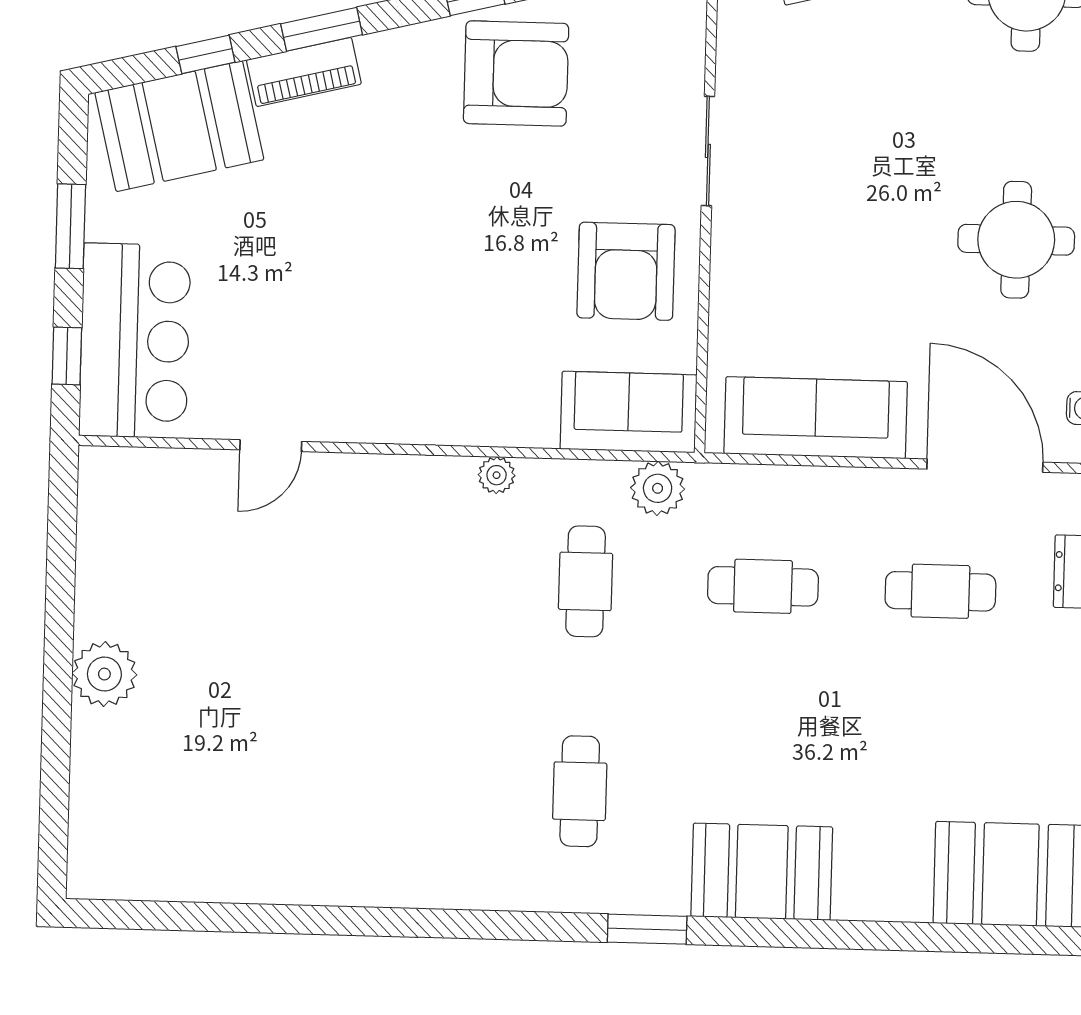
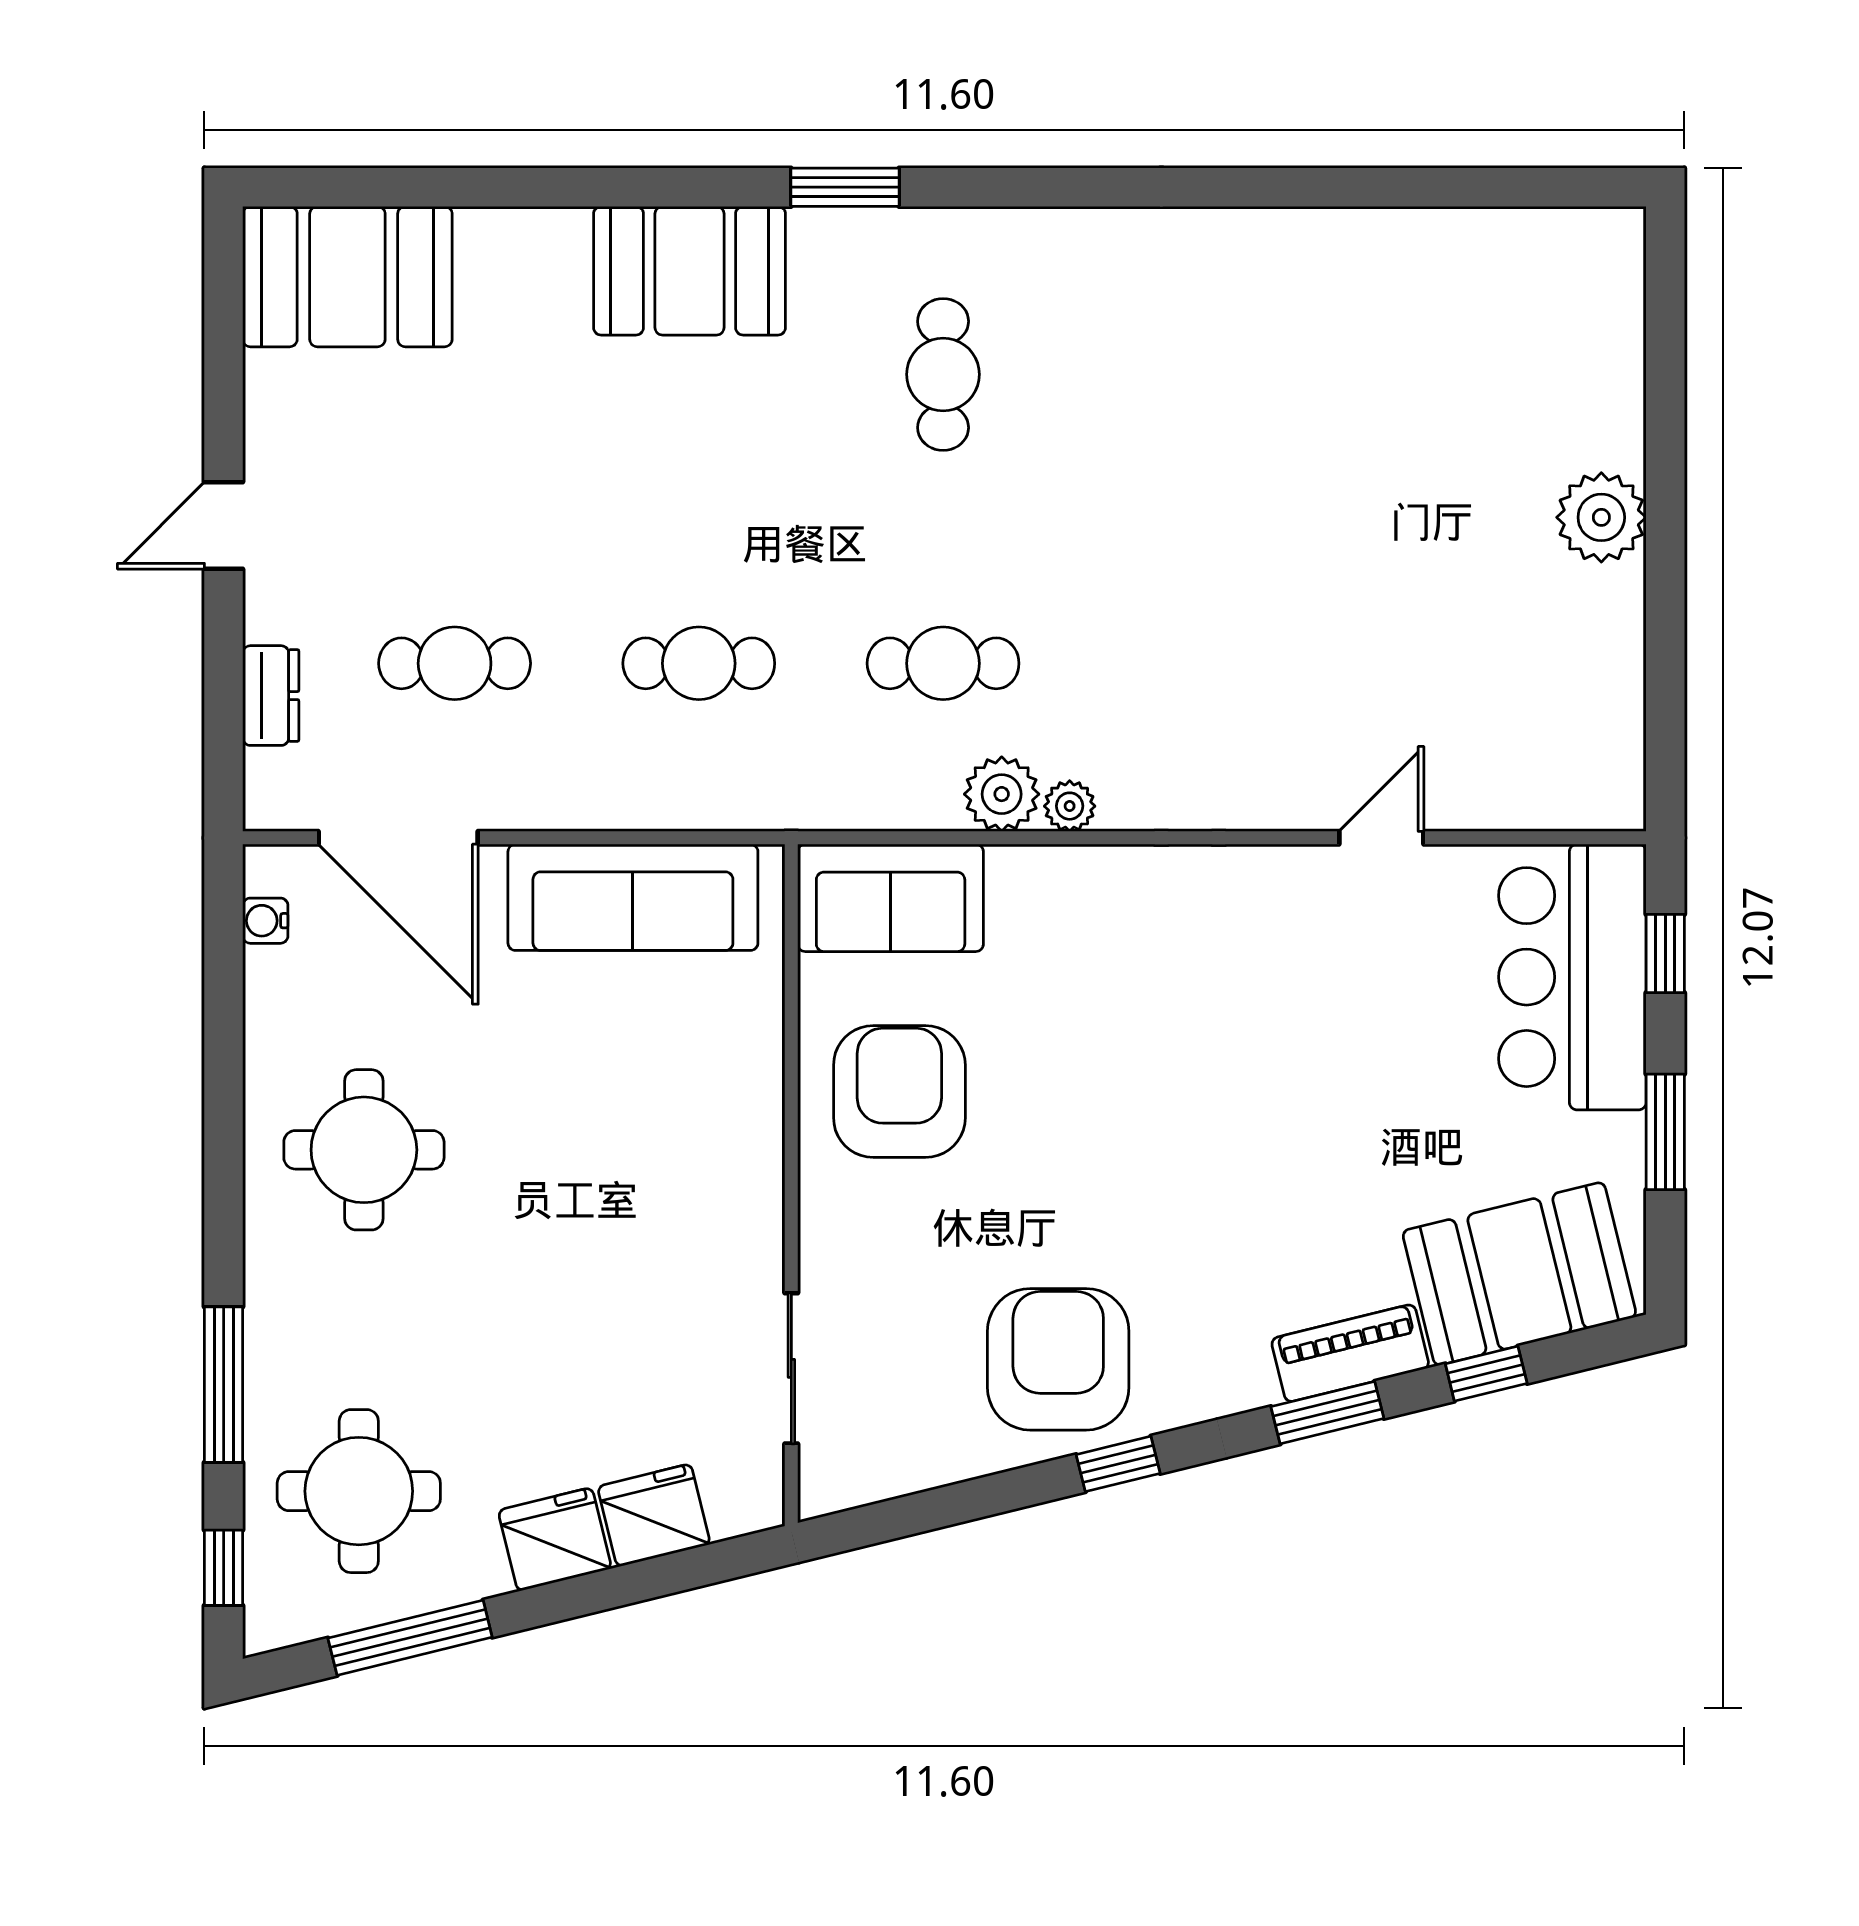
armchair: (516, 73) -> (1058, 1359), turned 90
sliding door: (708, 151) -> (791, 1368), moved
plant: (658, 488) -> (1002, 794), moved
cafe table: (586, 581) -> (943, 663), turned 90

